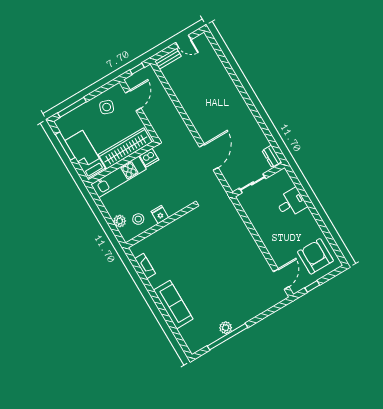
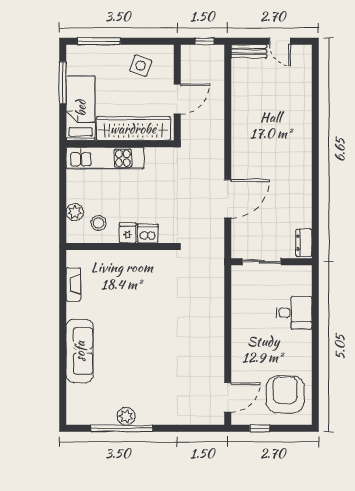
door: (133, 101) -> (177, 99), moved
dishwasher: (149, 158) -> (148, 234), moved, turned 180

